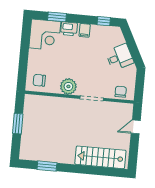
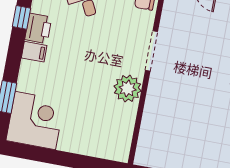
printer: (69, 29) -> (38, 28), moved
chair: (39, 80) -> (112, 137), removed

